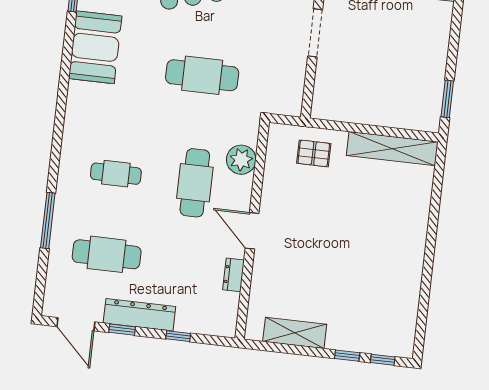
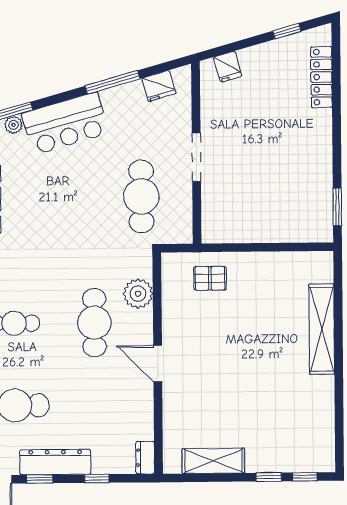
cafe table: (202, 75) -> (141, 196), moved, turned 90
shelving: (392, 149) -> (322, 329), moved, turned 90
dresser: (234, 275) -> (145, 458), moved

